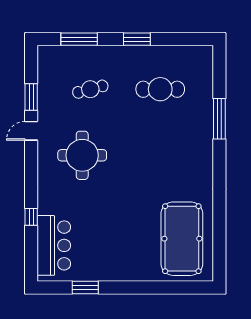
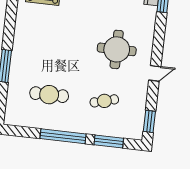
window: (137, 39) -> (63, 136), width x2.11
window: (31, 97) -> (149, 121), moved

